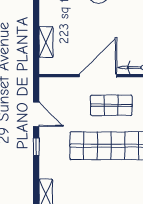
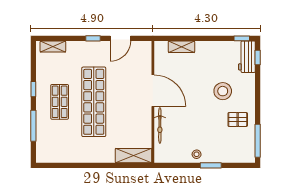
shop shelf: (111, 105) -> (60, 102), moved

